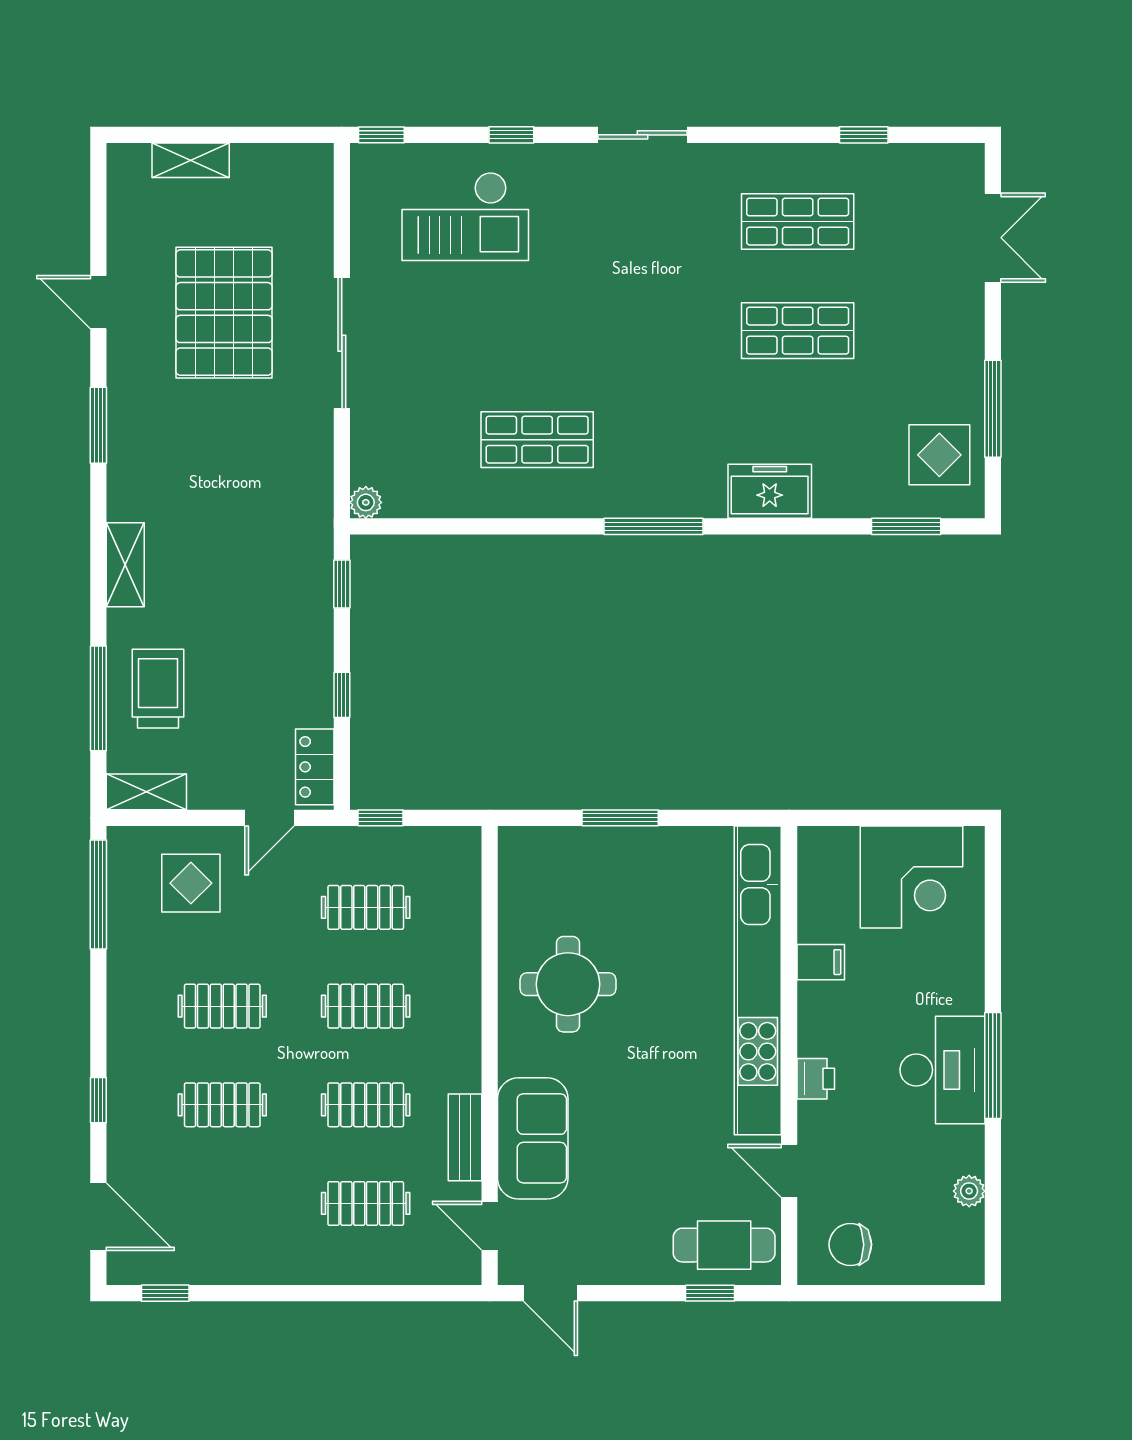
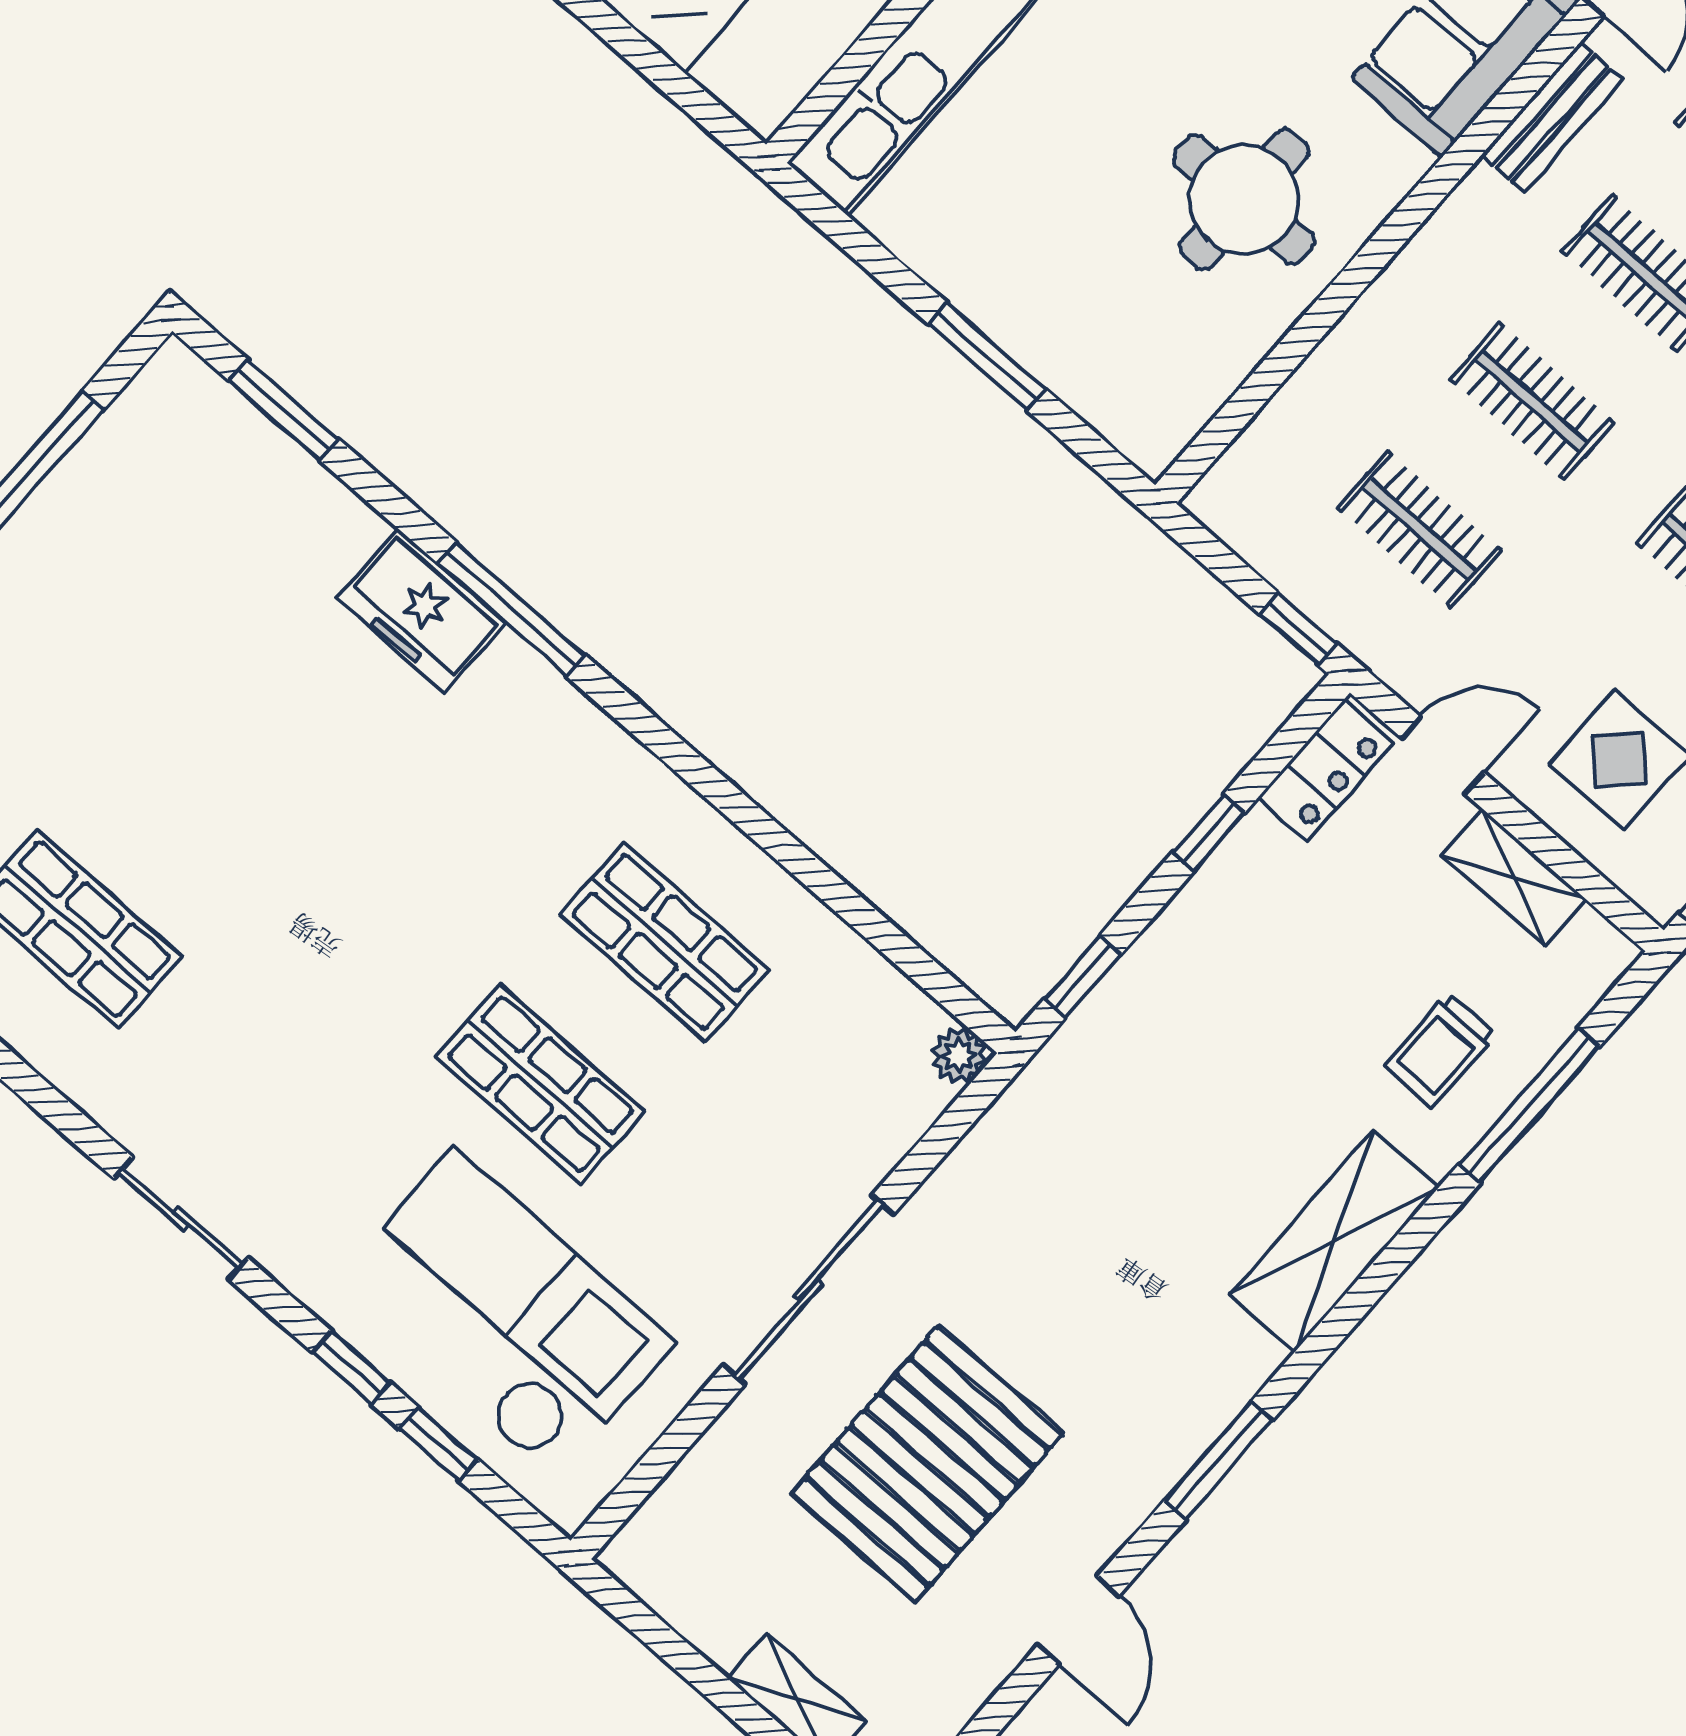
window: (381, 135) -> (439, 1444), moved
checkout: (465, 216) -> (504, 1314), width x1.36, depth x1.21
shop shelf: (798, 331) -> (541, 1084), moved
display table: (939, 455) -> (159, 465), removed
window: (653, 526) -> (511, 609), moved
shelving: (125, 565) -> (1334, 1241), width x1.50, depth x1.33
trolley: (158, 689) -> (1441, 1050), width x0.73, depth x0.72
shelving: (146, 792) -> (1514, 877), moved

